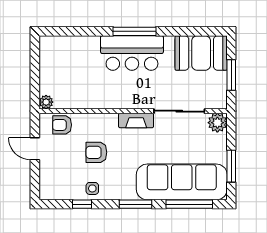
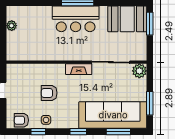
window: (231, 75) -> (150, 24), moved
plant: (46, 102) -> (12, 26), moved
armchair: (62, 125) -> (21, 120), moved
window: (136, 204) -> (78, 132), width x0.67
window: (189, 204) -> (118, 132), width x0.69

